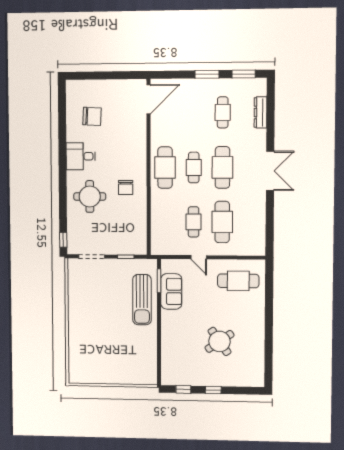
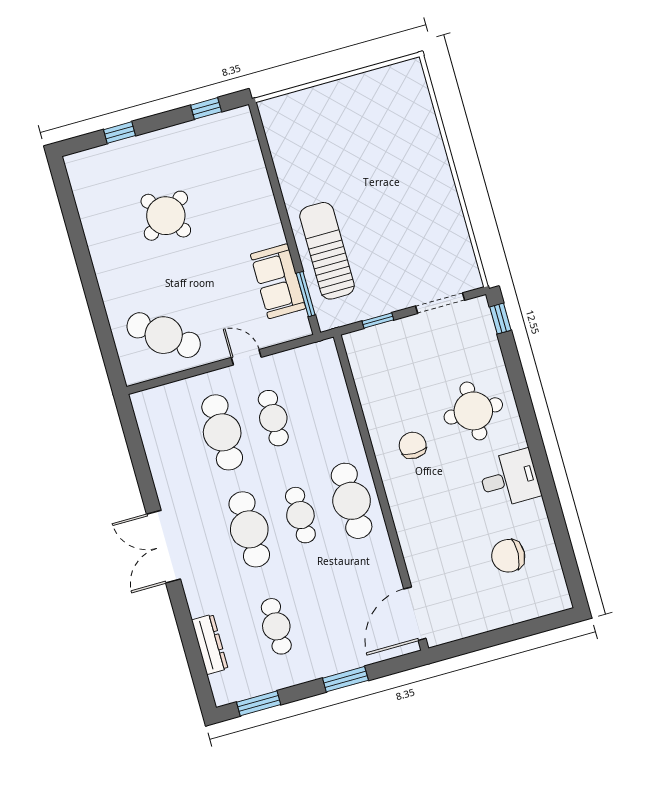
window: (207, 74) -> (345, 679), moved
cafe table: (238, 281) -> (164, 335), turned 37
window: (213, 390) -> (120, 133), moved

